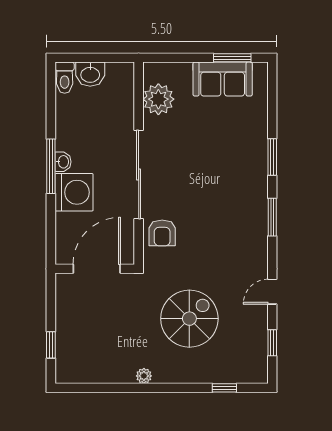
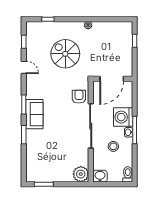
washbasin: (90, 74) -> (100, 176), moved
sofa: (223, 79) -> (34, 114), moved, turned 90
plant: (158, 99) -> (81, 174), moved
stool: (93, 134) -> (113, 146), added
door: (272, 292) -> (24, 67), hinge flipped
spiral stairs: (189, 319) -> (65, 54), turned 90

